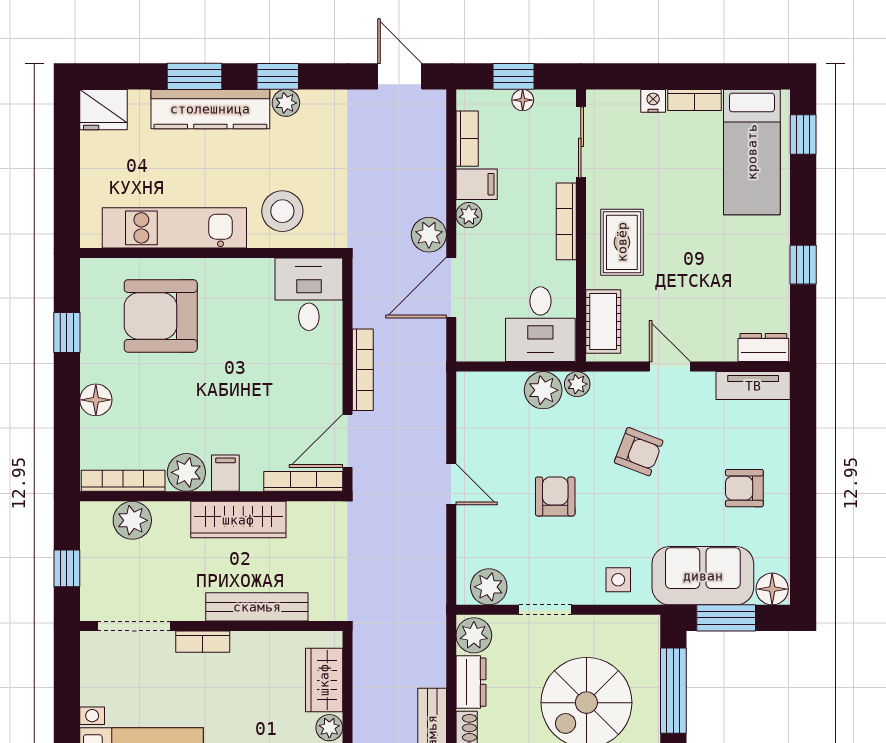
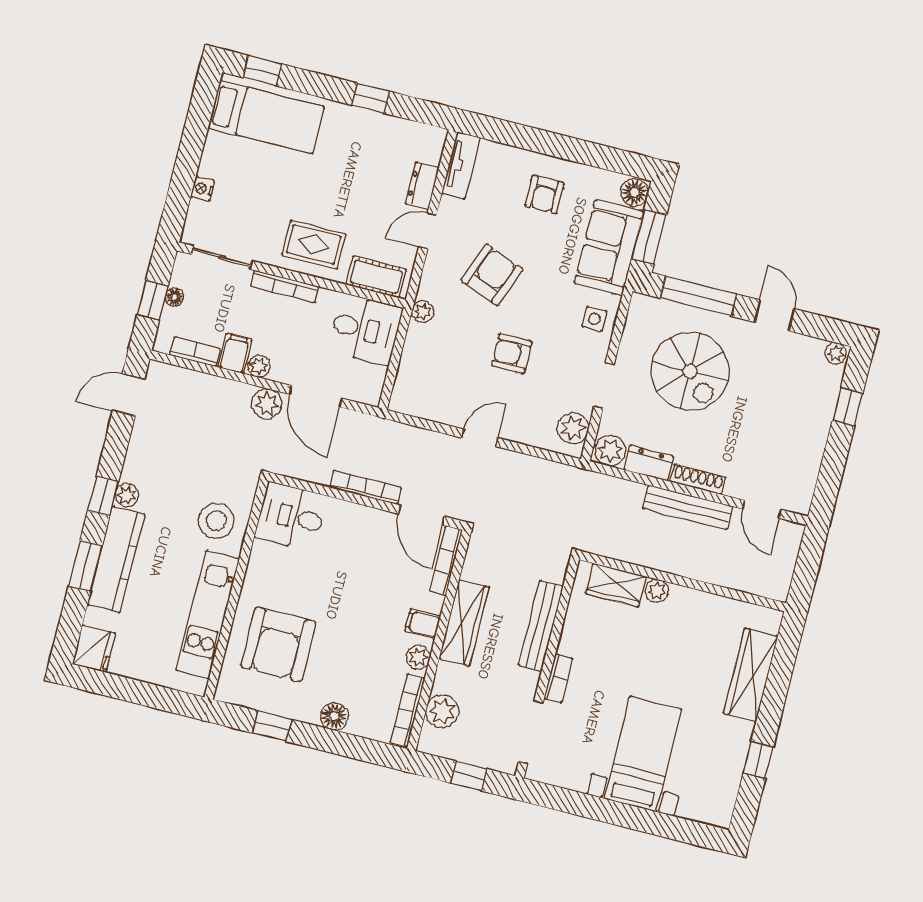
bookcase: (695, 100) -> (211, 154), removed
dresser: (763, 348) -> (422, 186), moved
plant: (543, 390) -> (421, 341), removed
armchair: (639, 452) -> (492, 275), width x1.38, depth x1.38
plant: (186, 472) -> (418, 657), width x0.73, depth x0.73

